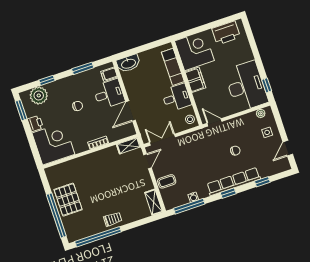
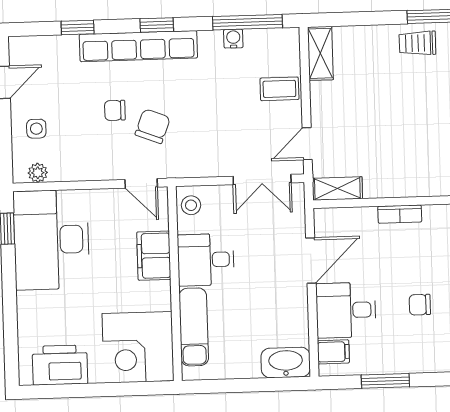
filing cabinet: (195, 80) -> (154, 256), moved
chair: (217, 149) -> (153, 126), added

